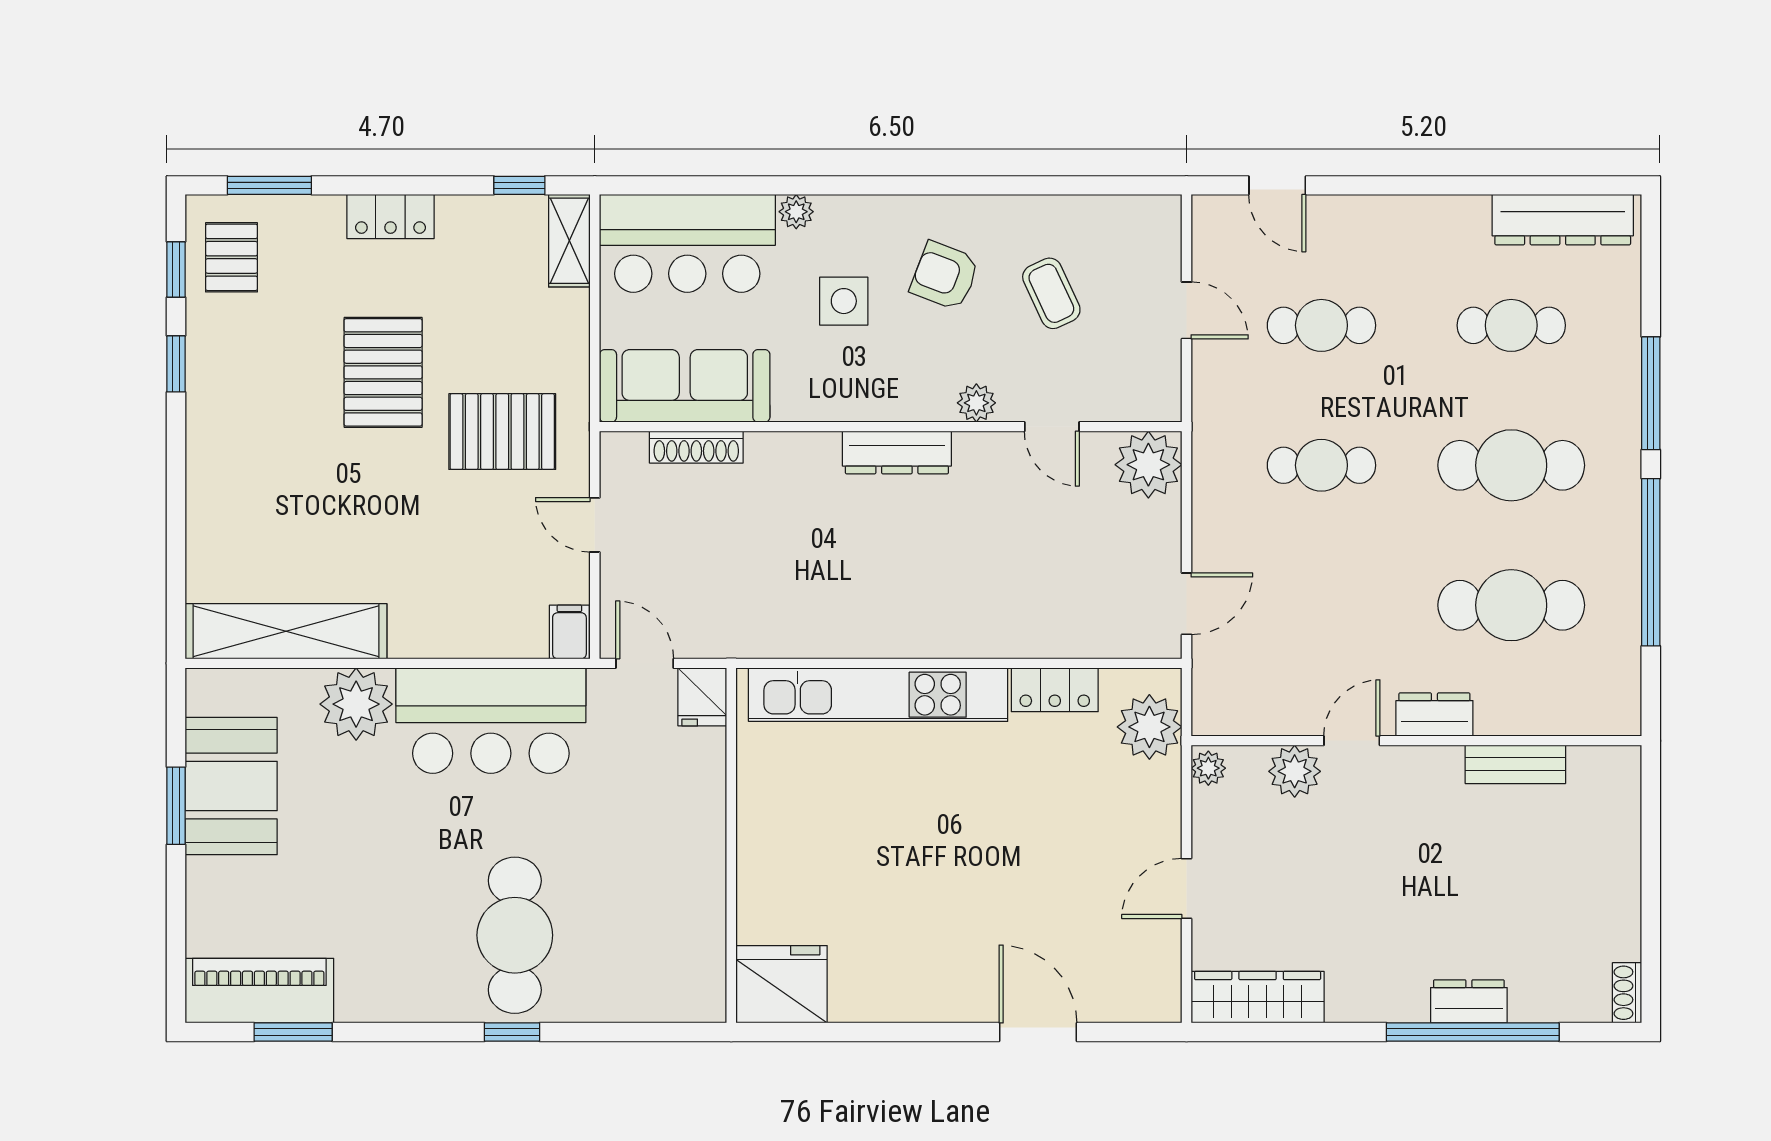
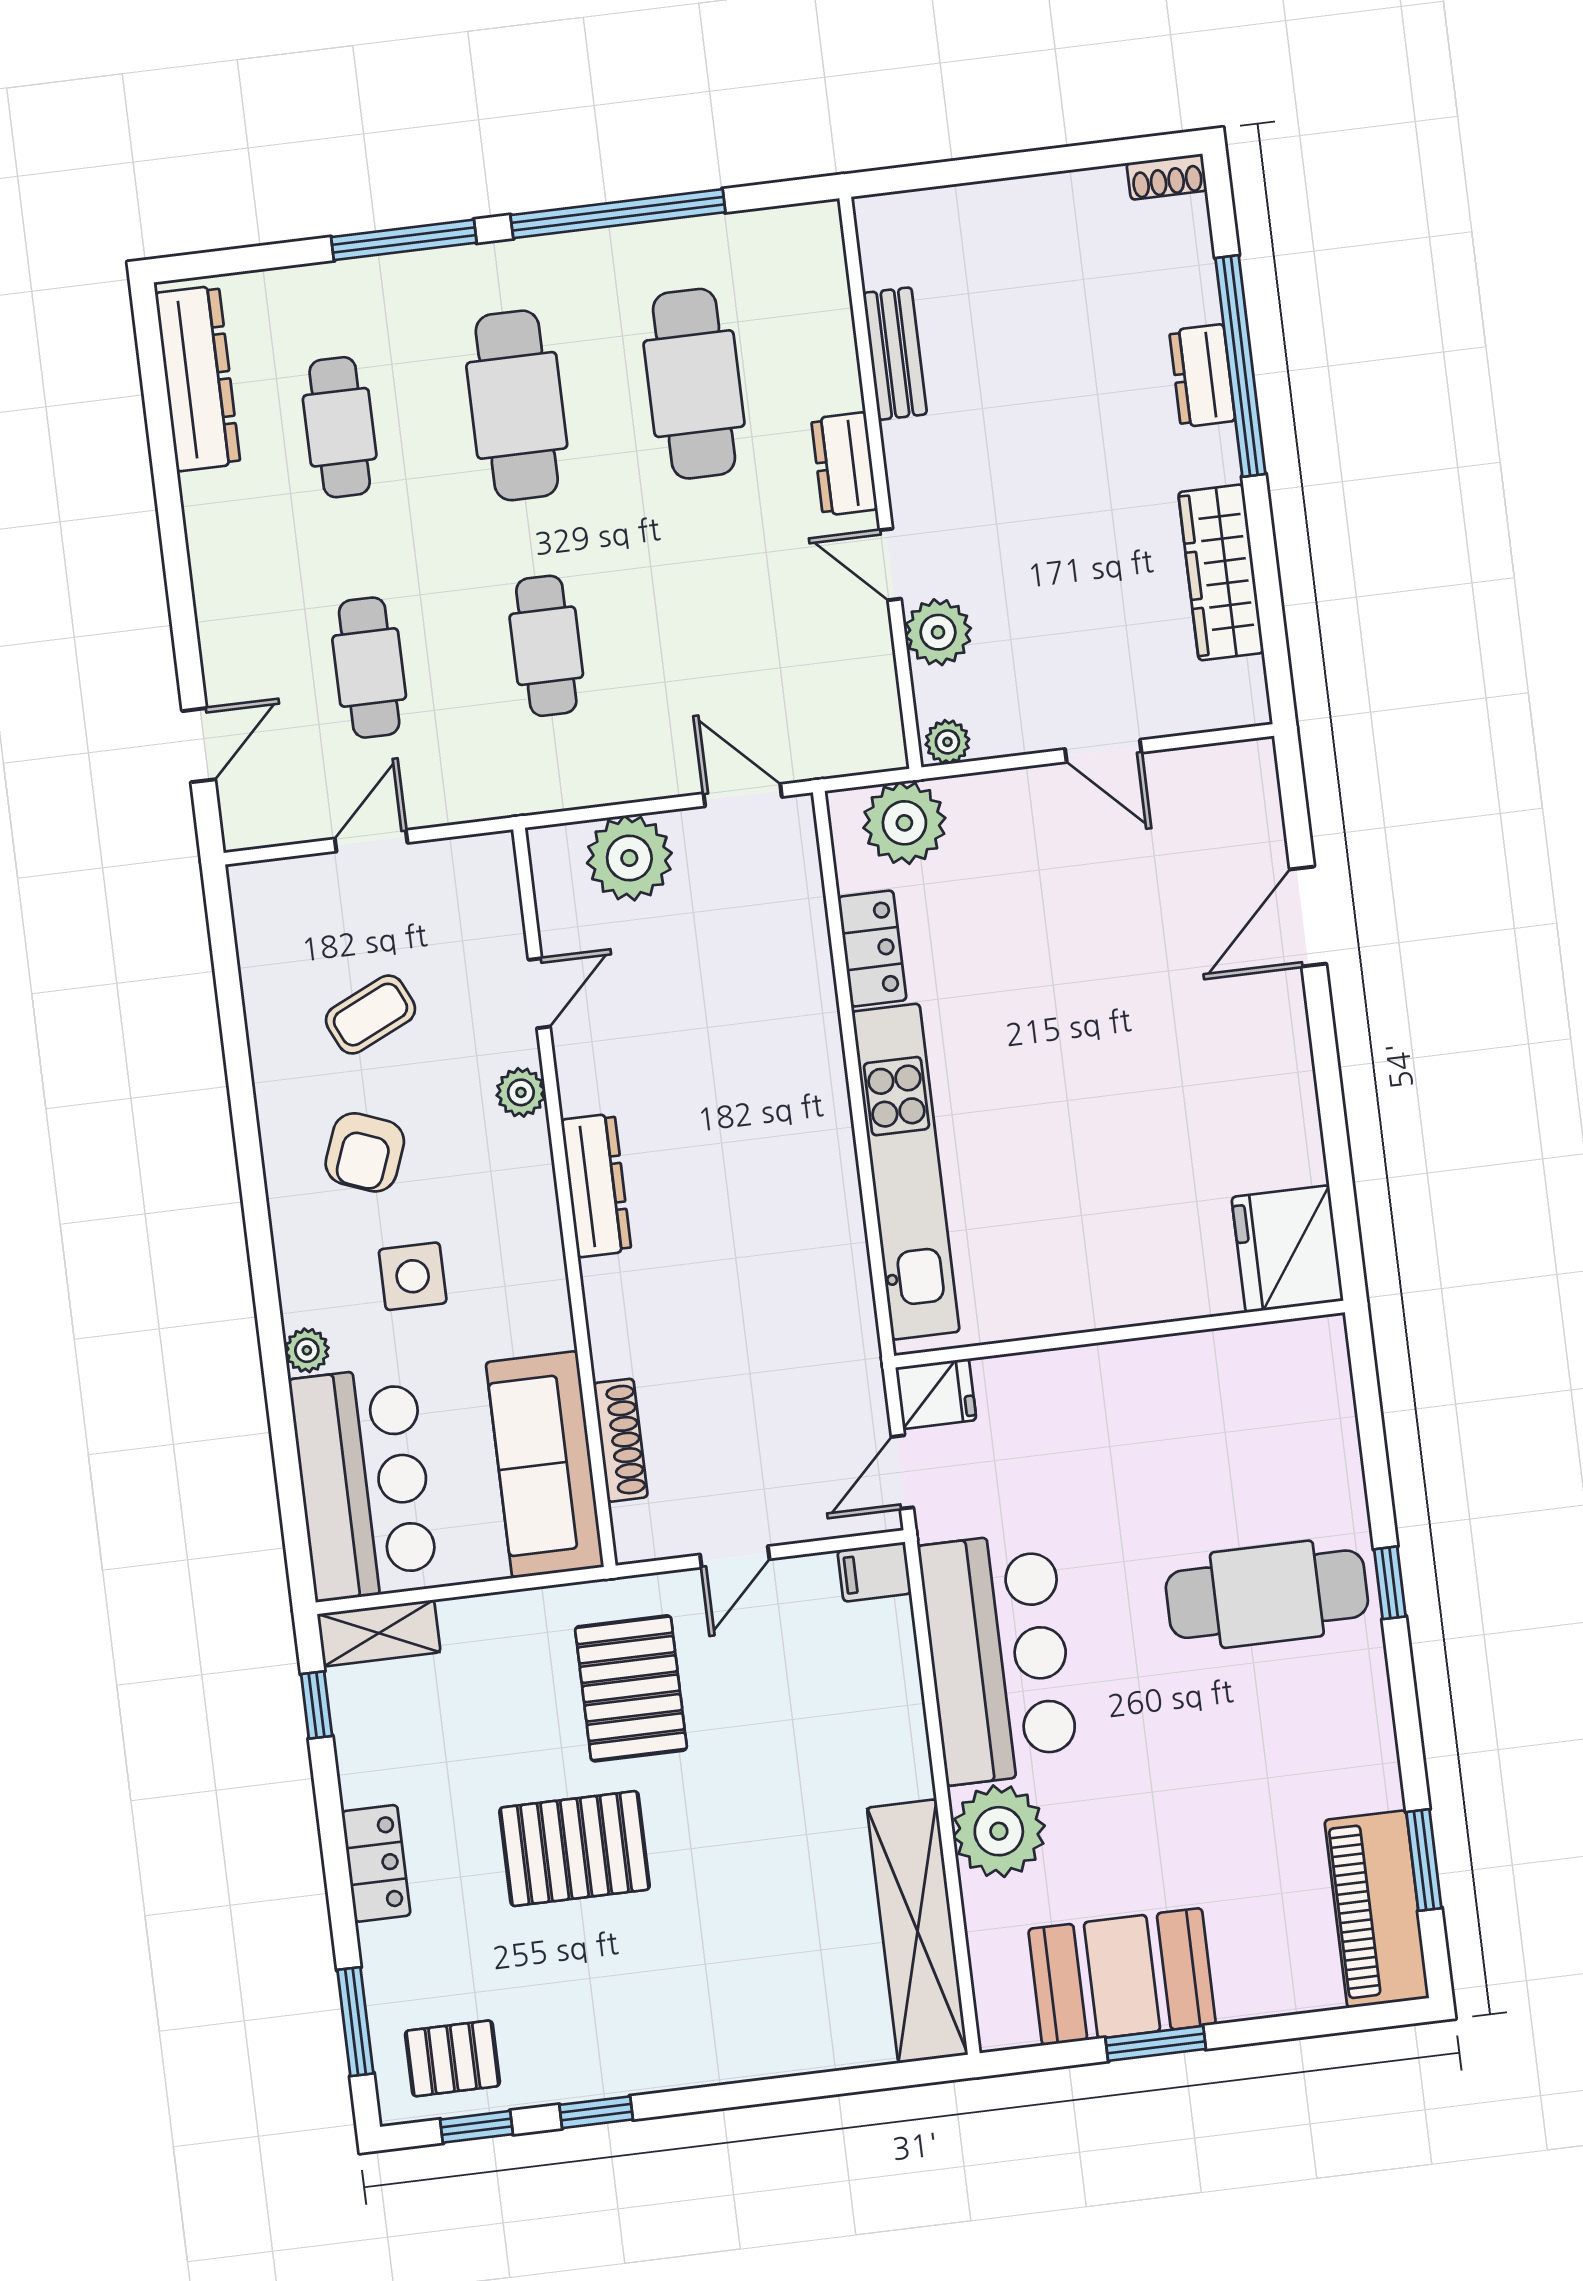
plant: (1148, 465) -> (629, 858), moved
wardrobe: (1258, 997) -> (1221, 572), moved

